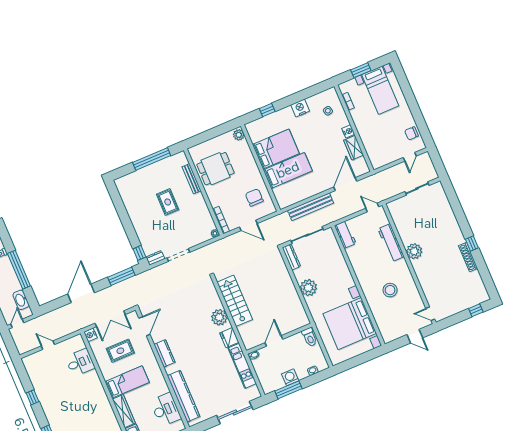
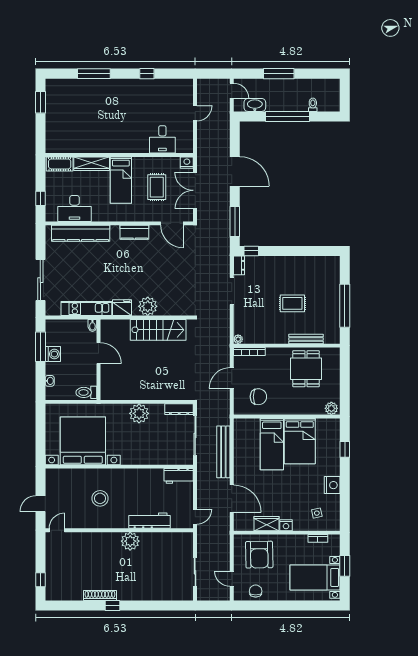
armchair: (381, 143) -> (259, 555), added

